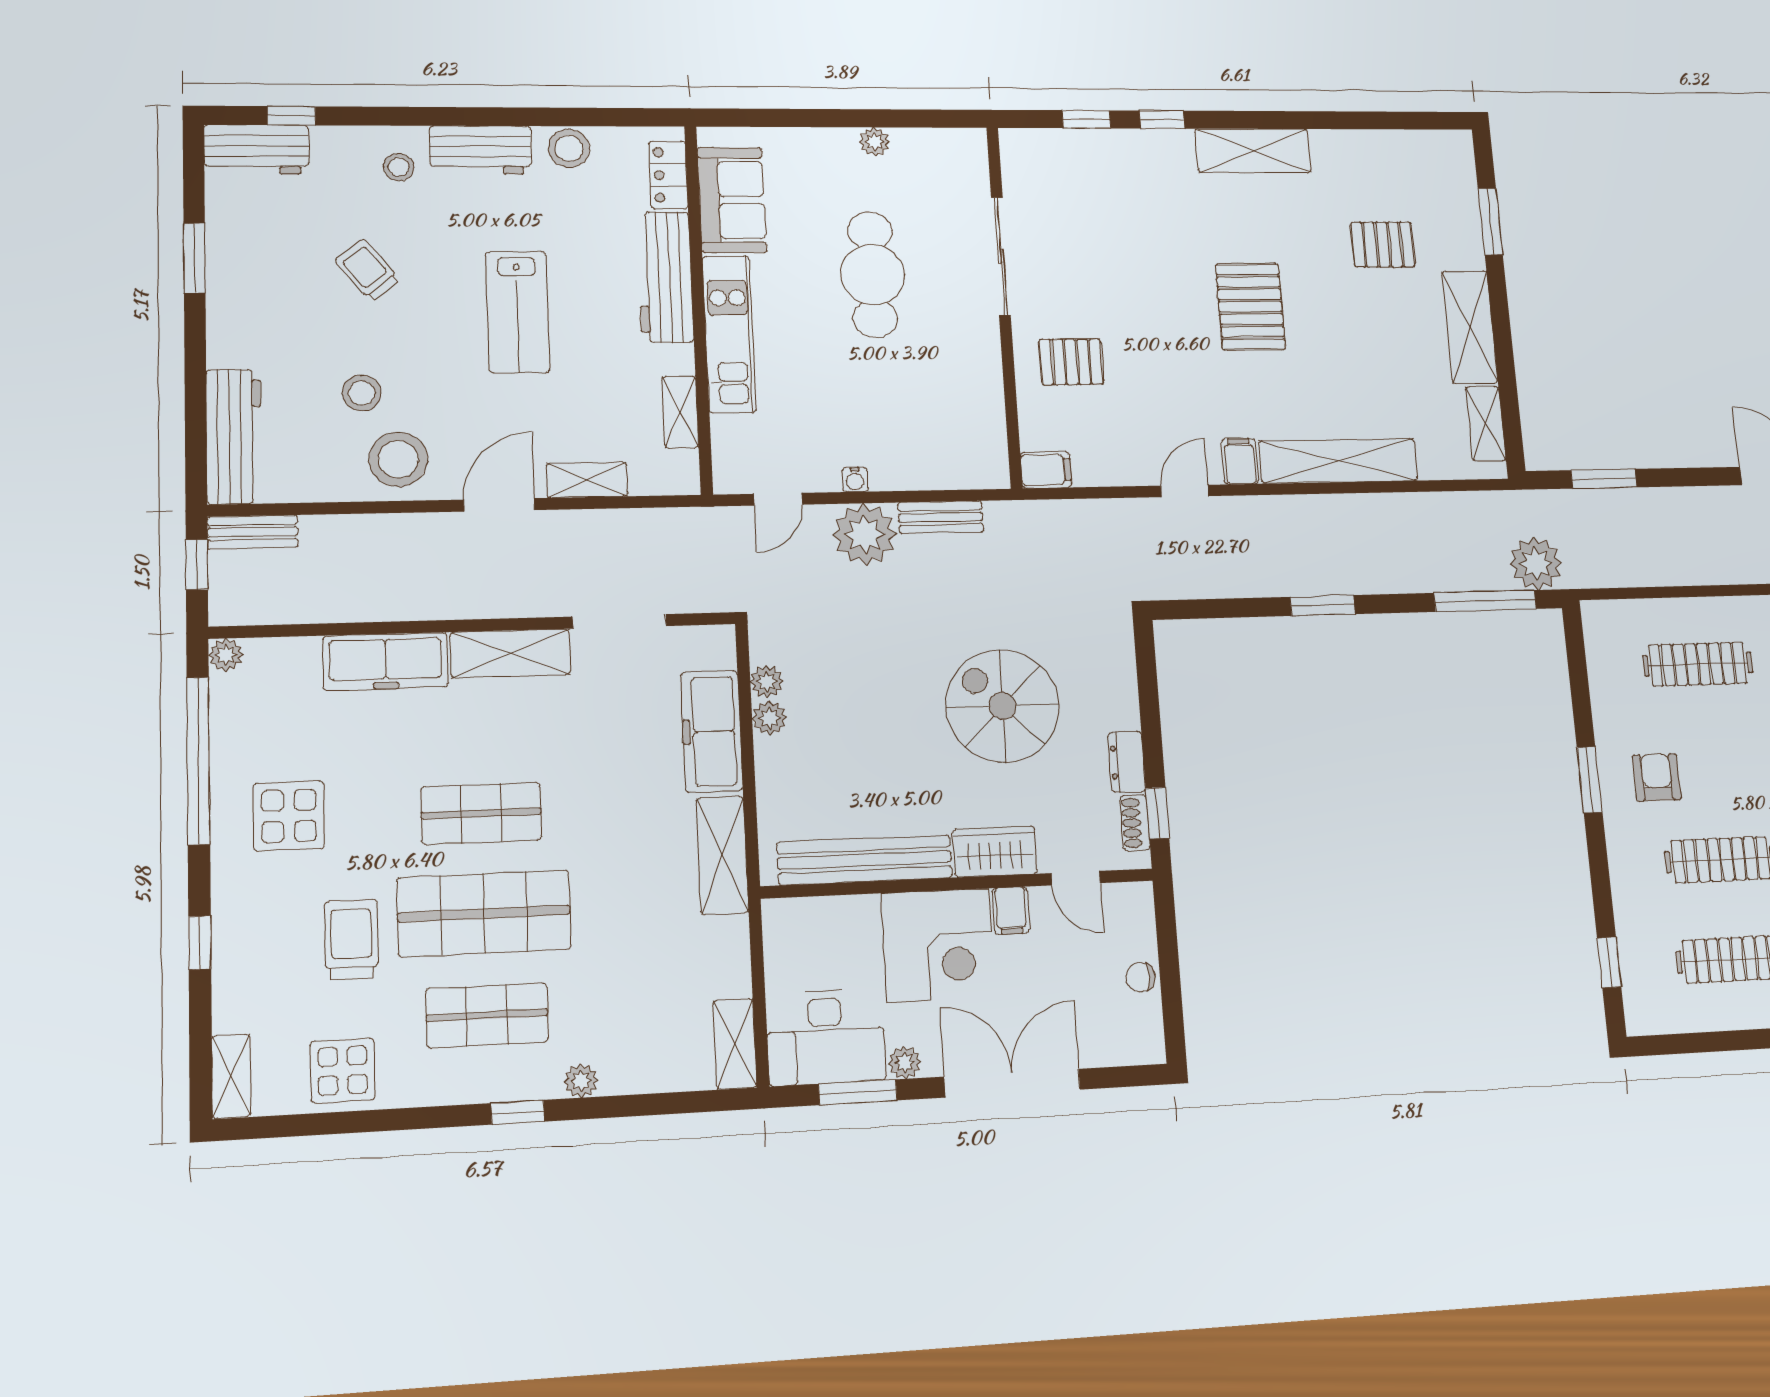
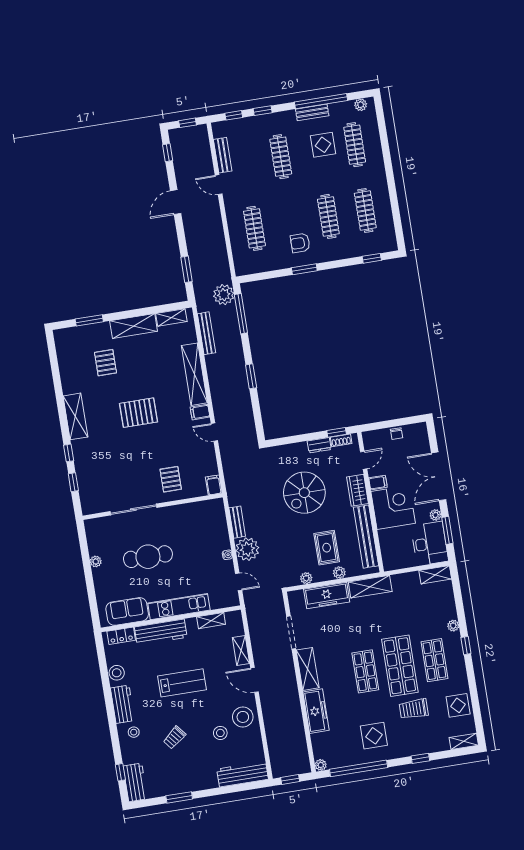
bench: (253, 532) -> (206, 333), moved, width x1.36
plant: (769, 718) -> (339, 573), moved
rug: (845, 748) -> (327, 548), added

